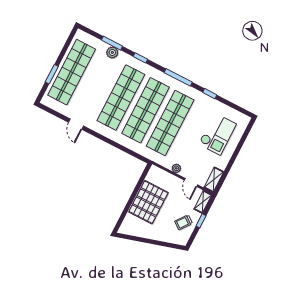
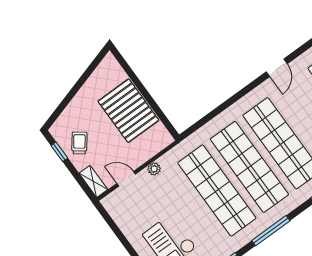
door: (76, 124) -> (277, 68), swing flipped
shelving: (214, 180) -> (115, 210), removed
window: (201, 221) -> (59, 152), moved

